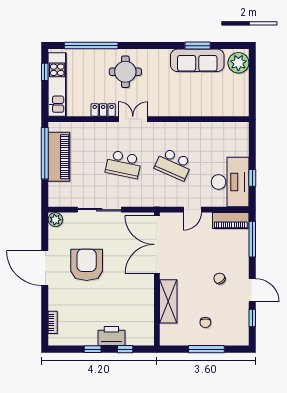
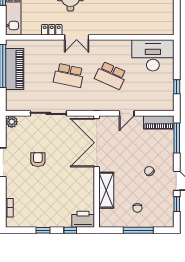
double door: (133, 119) -> (77, 37), swing flipped
desk: (230, 182) -> (153, 55), moved, turned -90
armchair: (87, 265) -> (38, 160), width x0.53, depth x0.53
printer: (111, 336) -> (83, 219), moved

